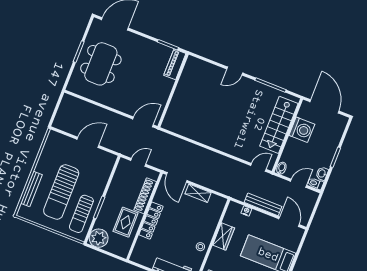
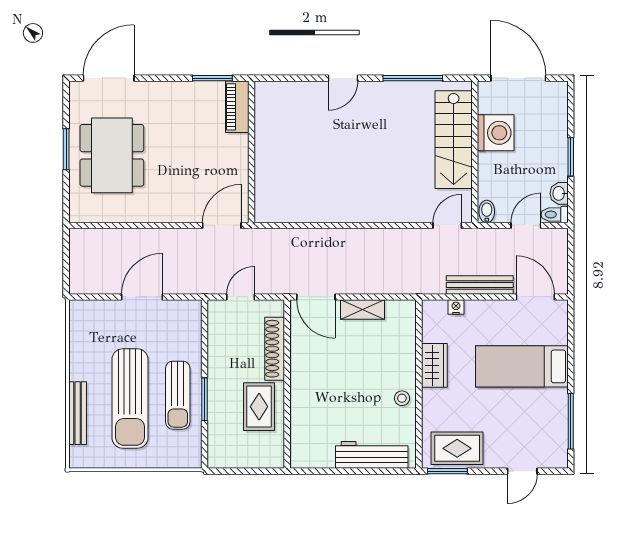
sun lounger: (81, 214) -> (178, 395), moved
locker: (151, 221) -> (301, 387), removed
plant: (99, 238) -> (224, 452), removed

